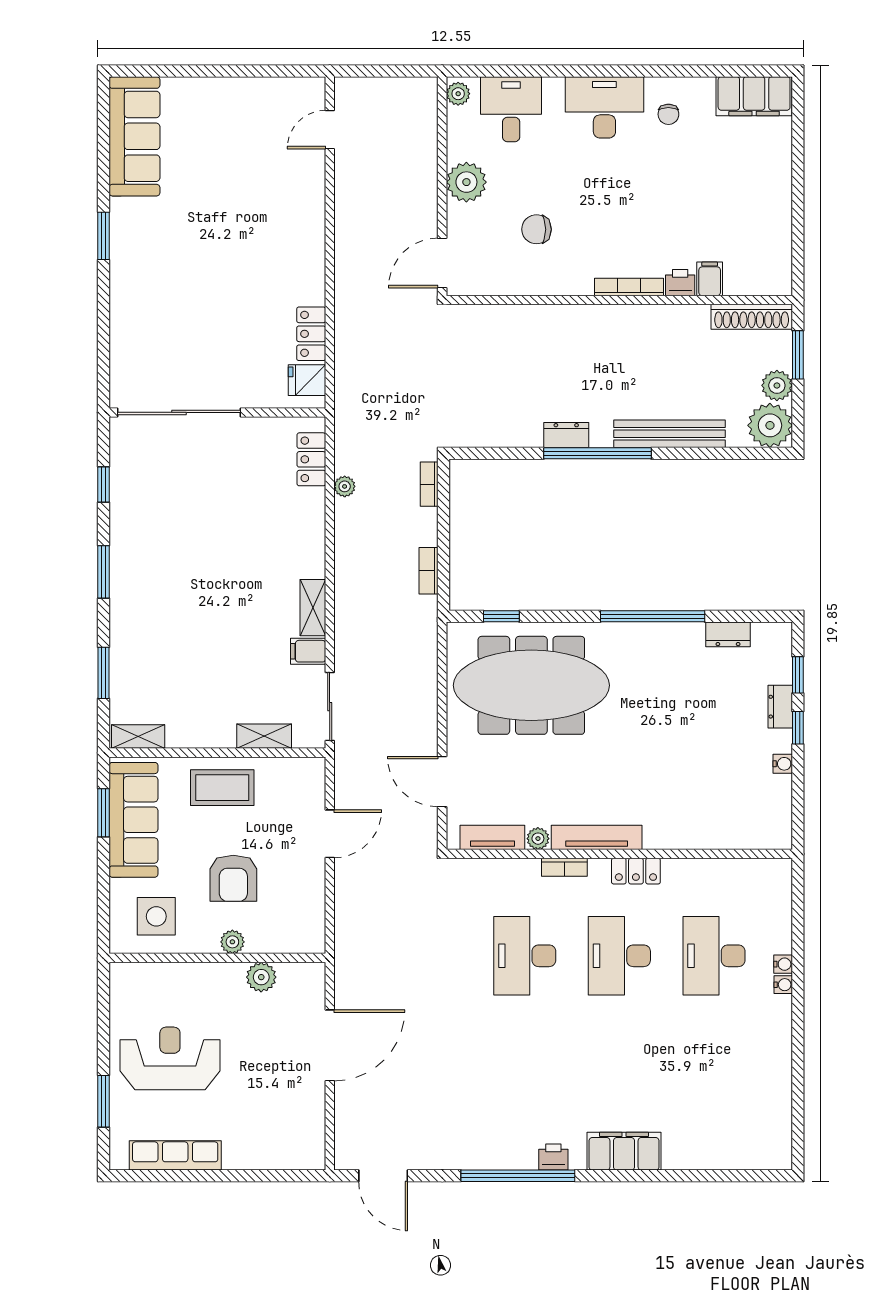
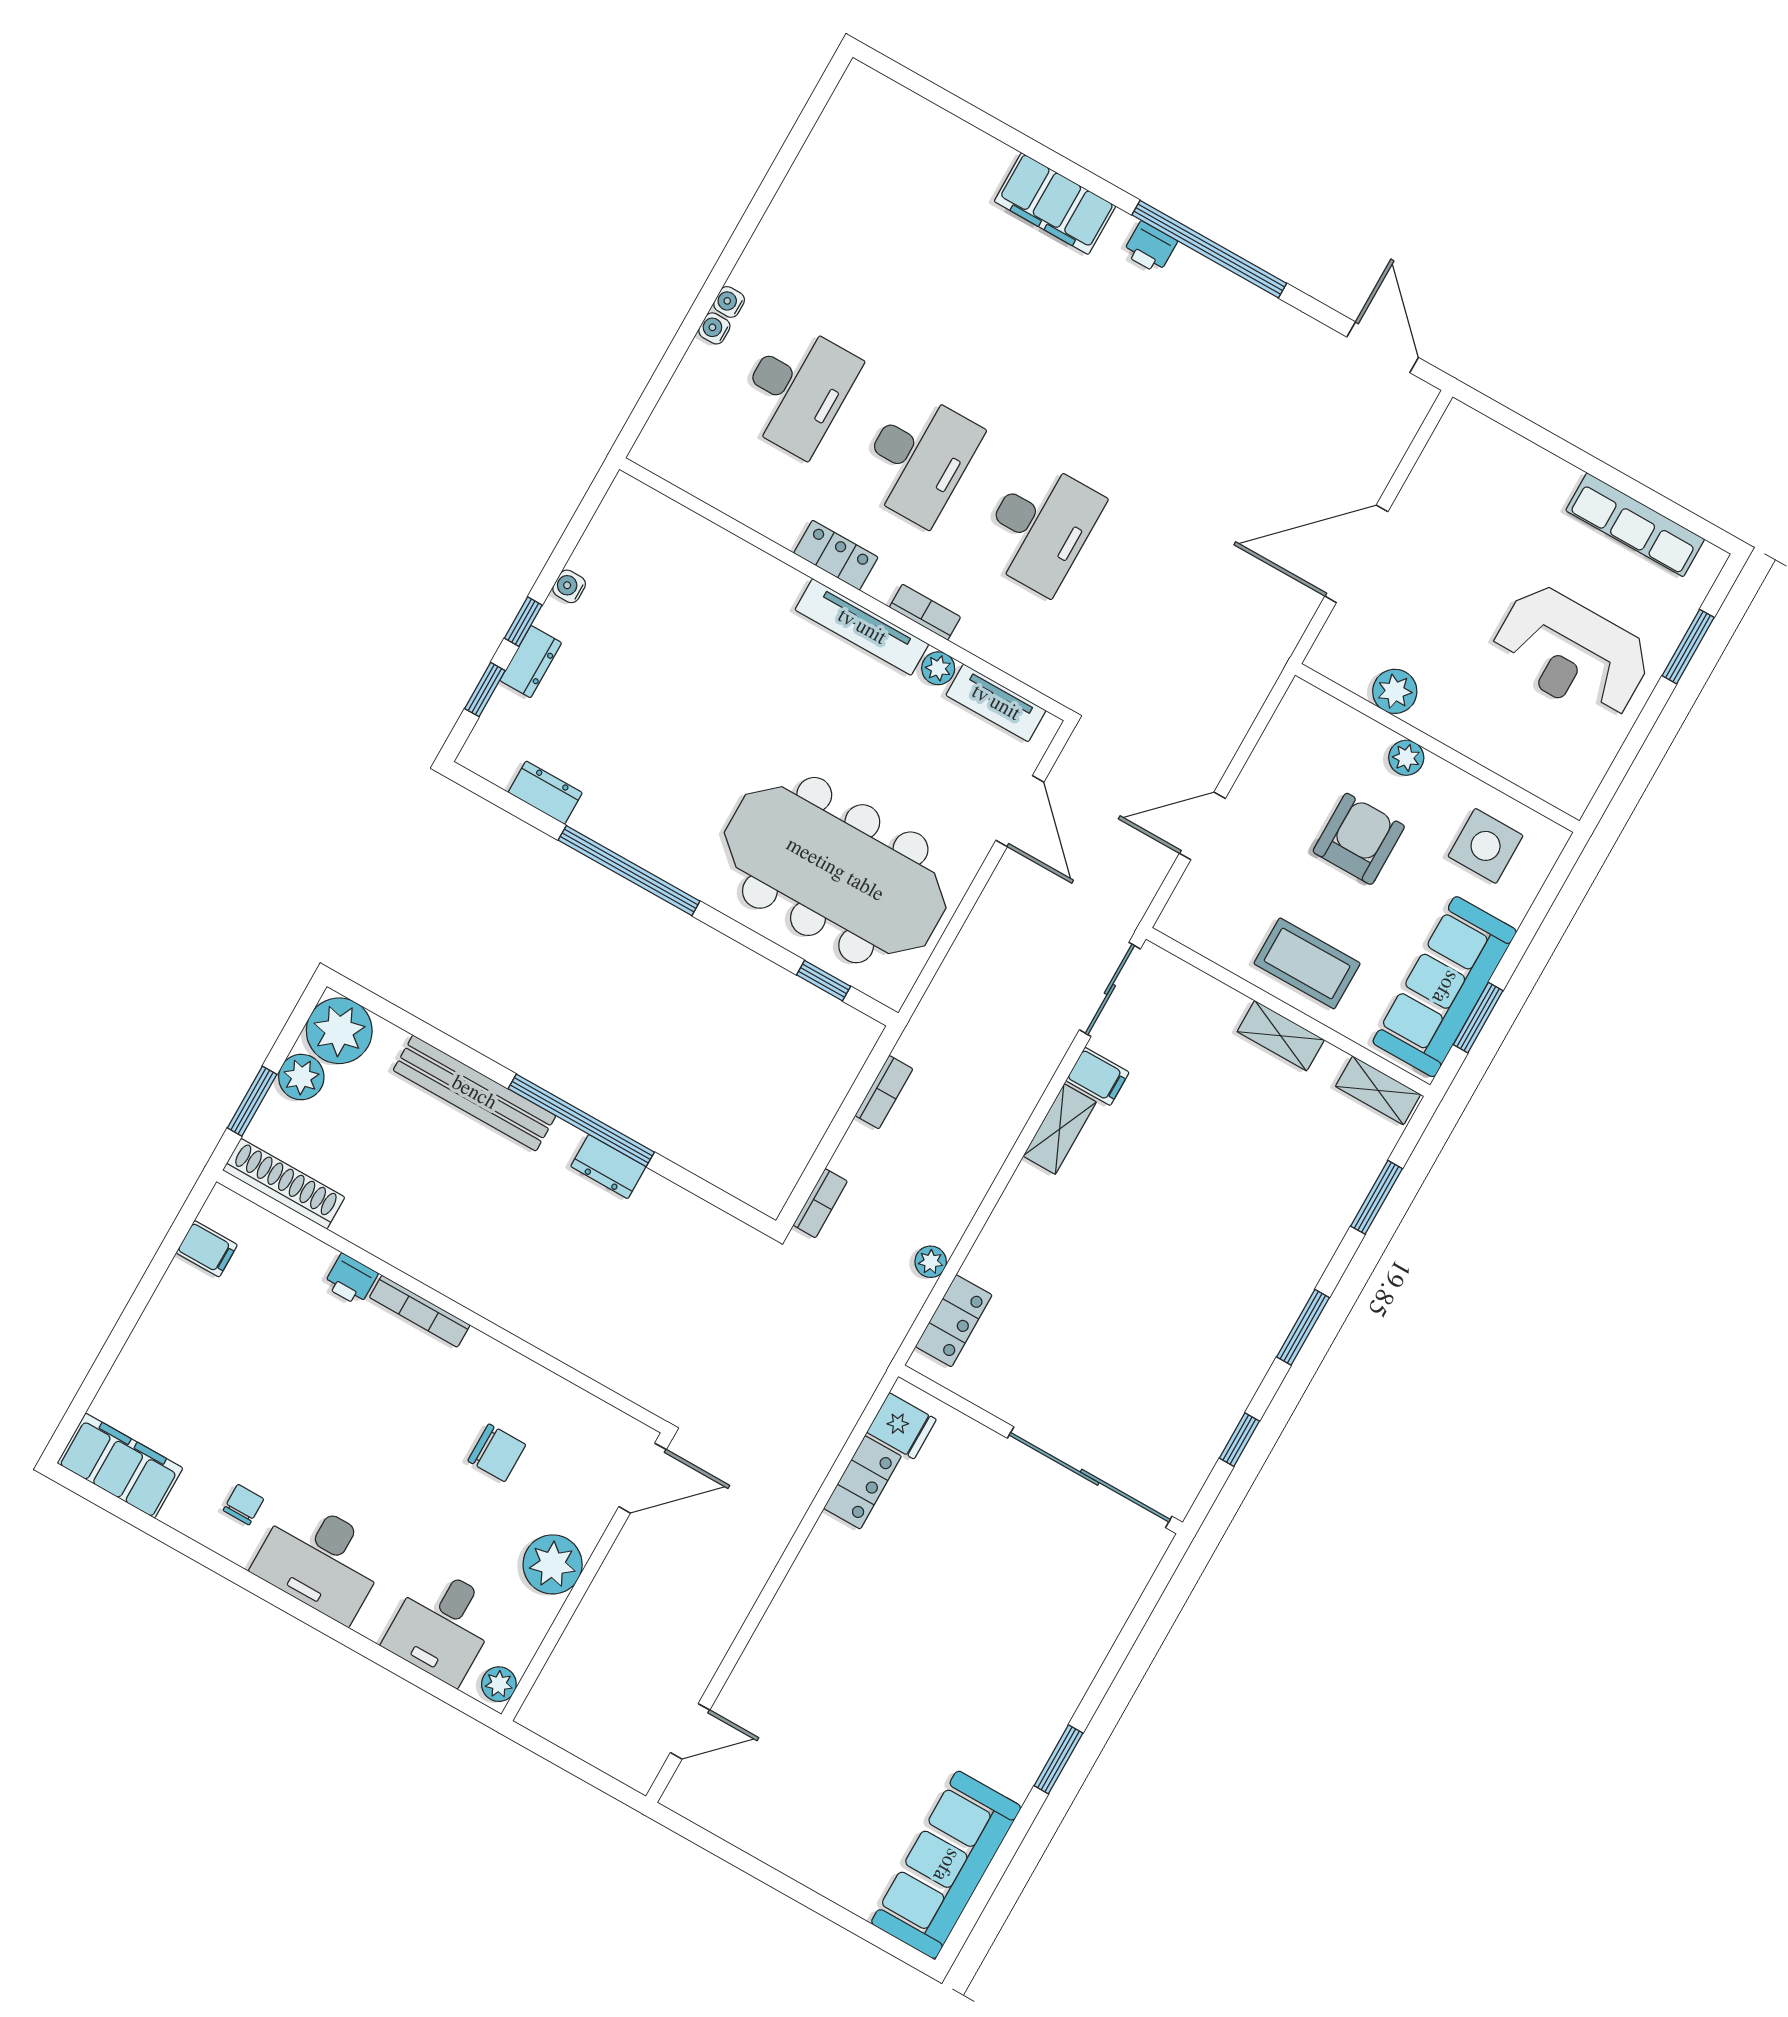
filing cabinet: (710, 279) -> (207, 1249), moved, turned -90
shelving: (264, 736) -> (1281, 1036), moved

